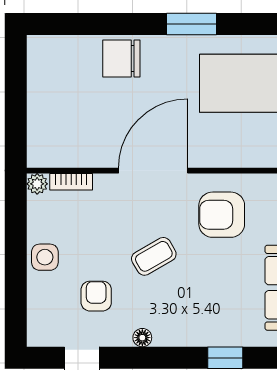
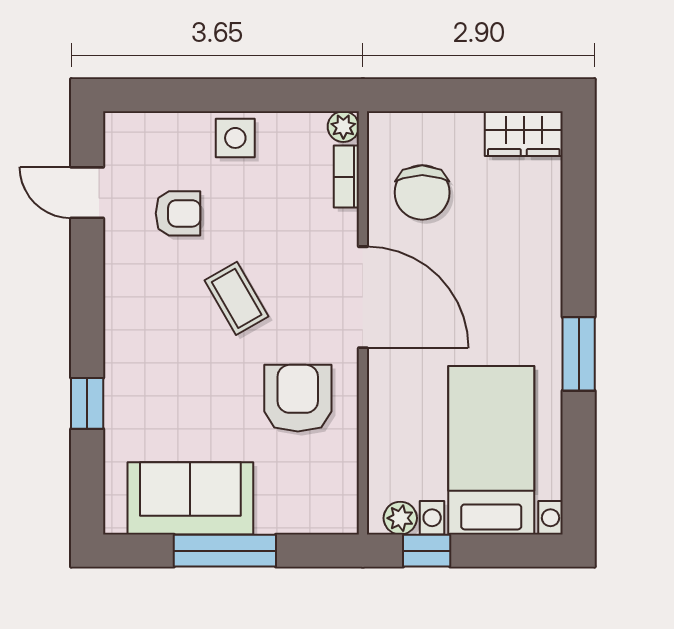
chair: (121, 59) -> (422, 192), moved, turned 180
wardrobe: (42, 61) -> (524, 134), added
floor lamp: (142, 338) -> (117, 281), removed

